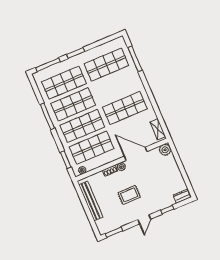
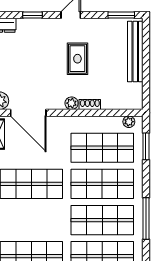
door: (136, 154) -> (28, 113), moved
rug: (129, 195) -> (77, 59), turned 90
bench: (91, 201) -> (135, 52), moved

